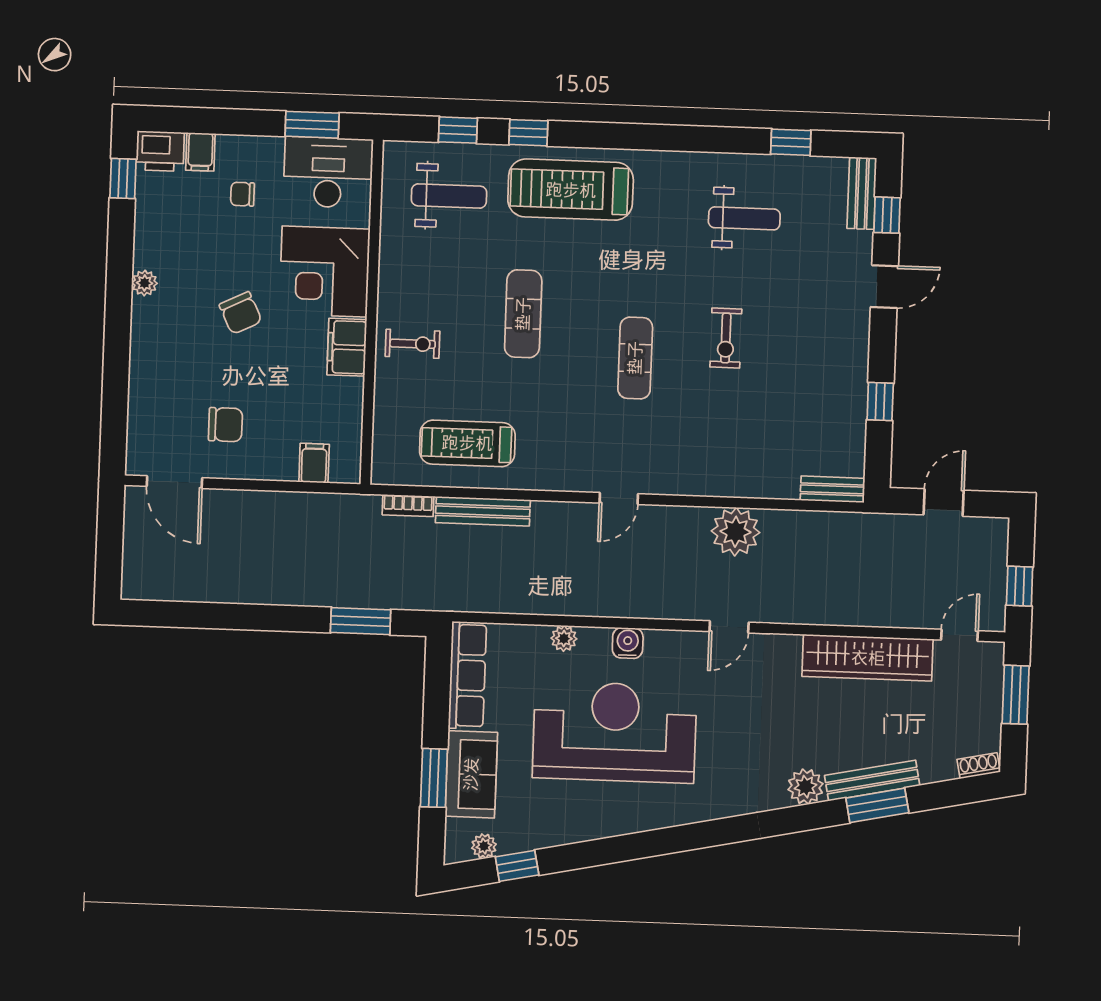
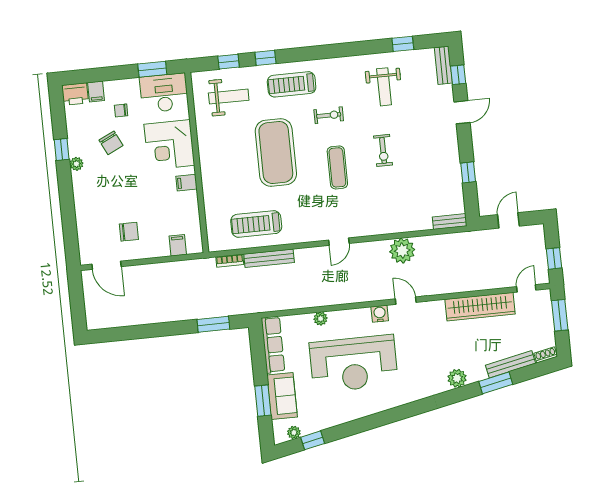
window: (123, 179) -> (62, 149), moved
treadmill: (571, 190) -> (292, 84), width x0.73, depth x0.73
weight bench: (744, 218) -> (384, 87), turned 90
chair: (241, 313) -> (111, 143), moved
exercise mat: (523, 314) -> (276, 152), width x2.00, depth x1.45
exercise bike: (413, 344) -> (329, 115), moved
filing cabinet: (347, 347) -> (186, 183), width x0.50
door: (729, 627) -> (406, 301), swing flipped
water cooler: (628, 643) -> (380, 314), moved
reception desk: (615, 732) -> (354, 364), turned 180
bench: (872, 781) -> (511, 364), moved

